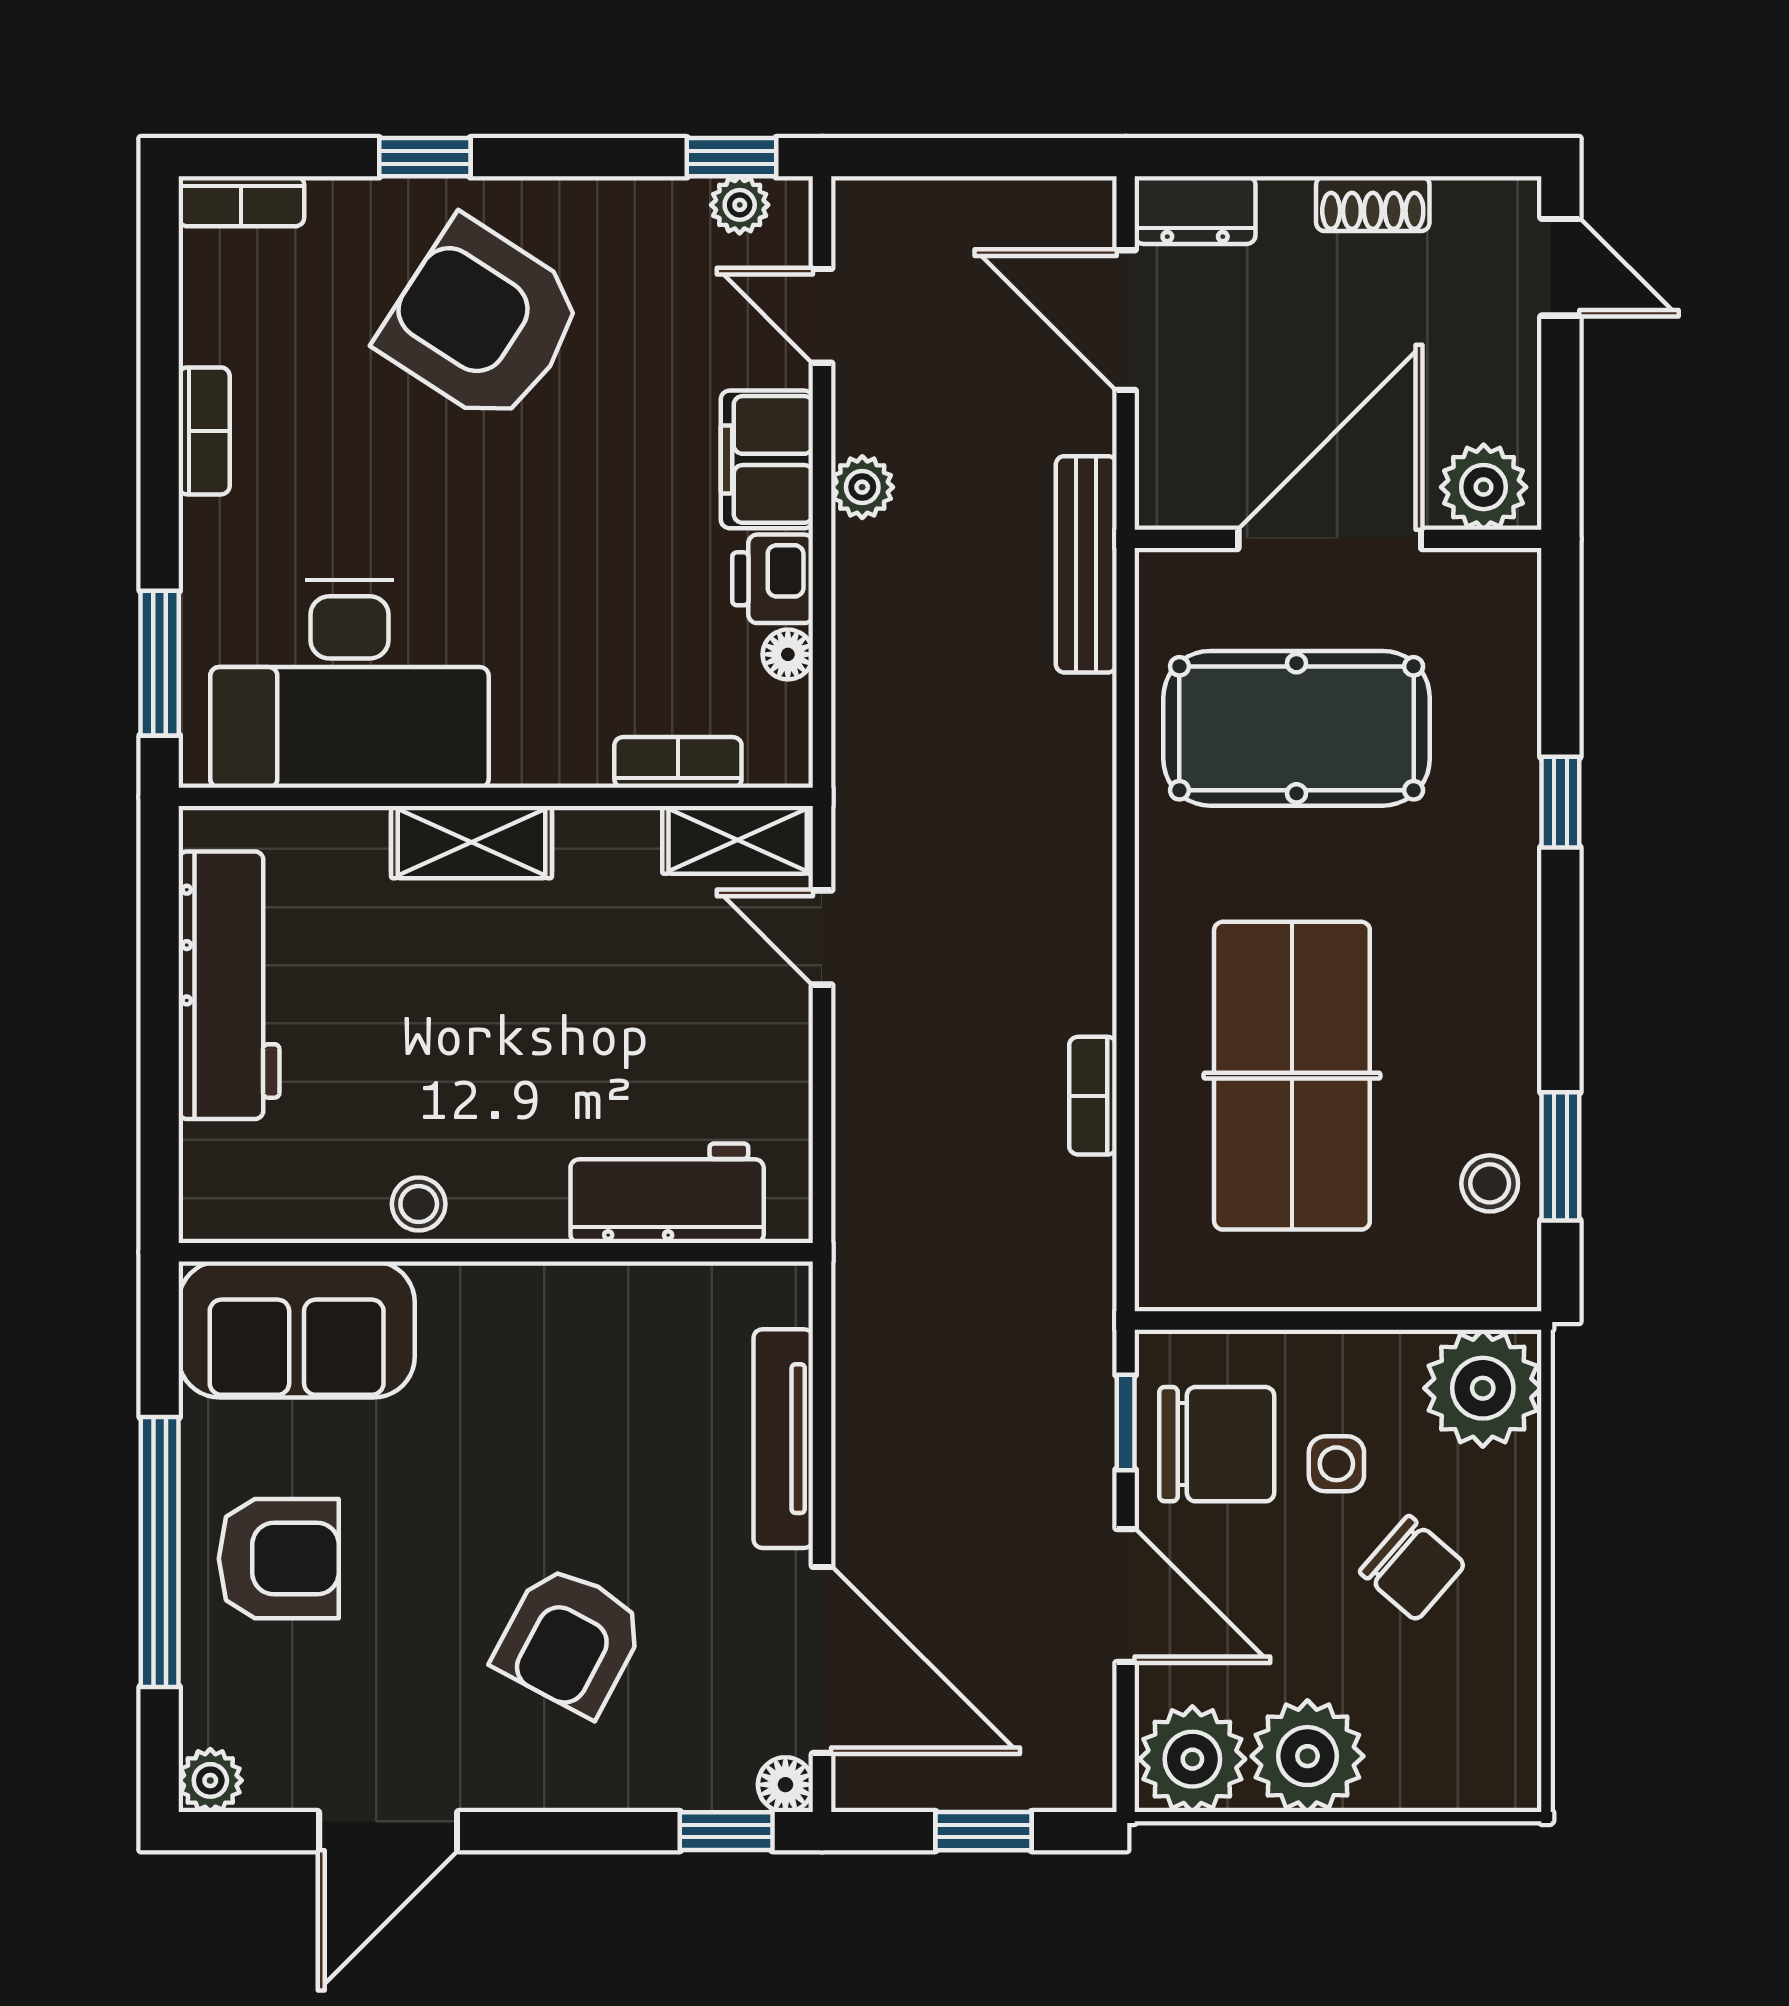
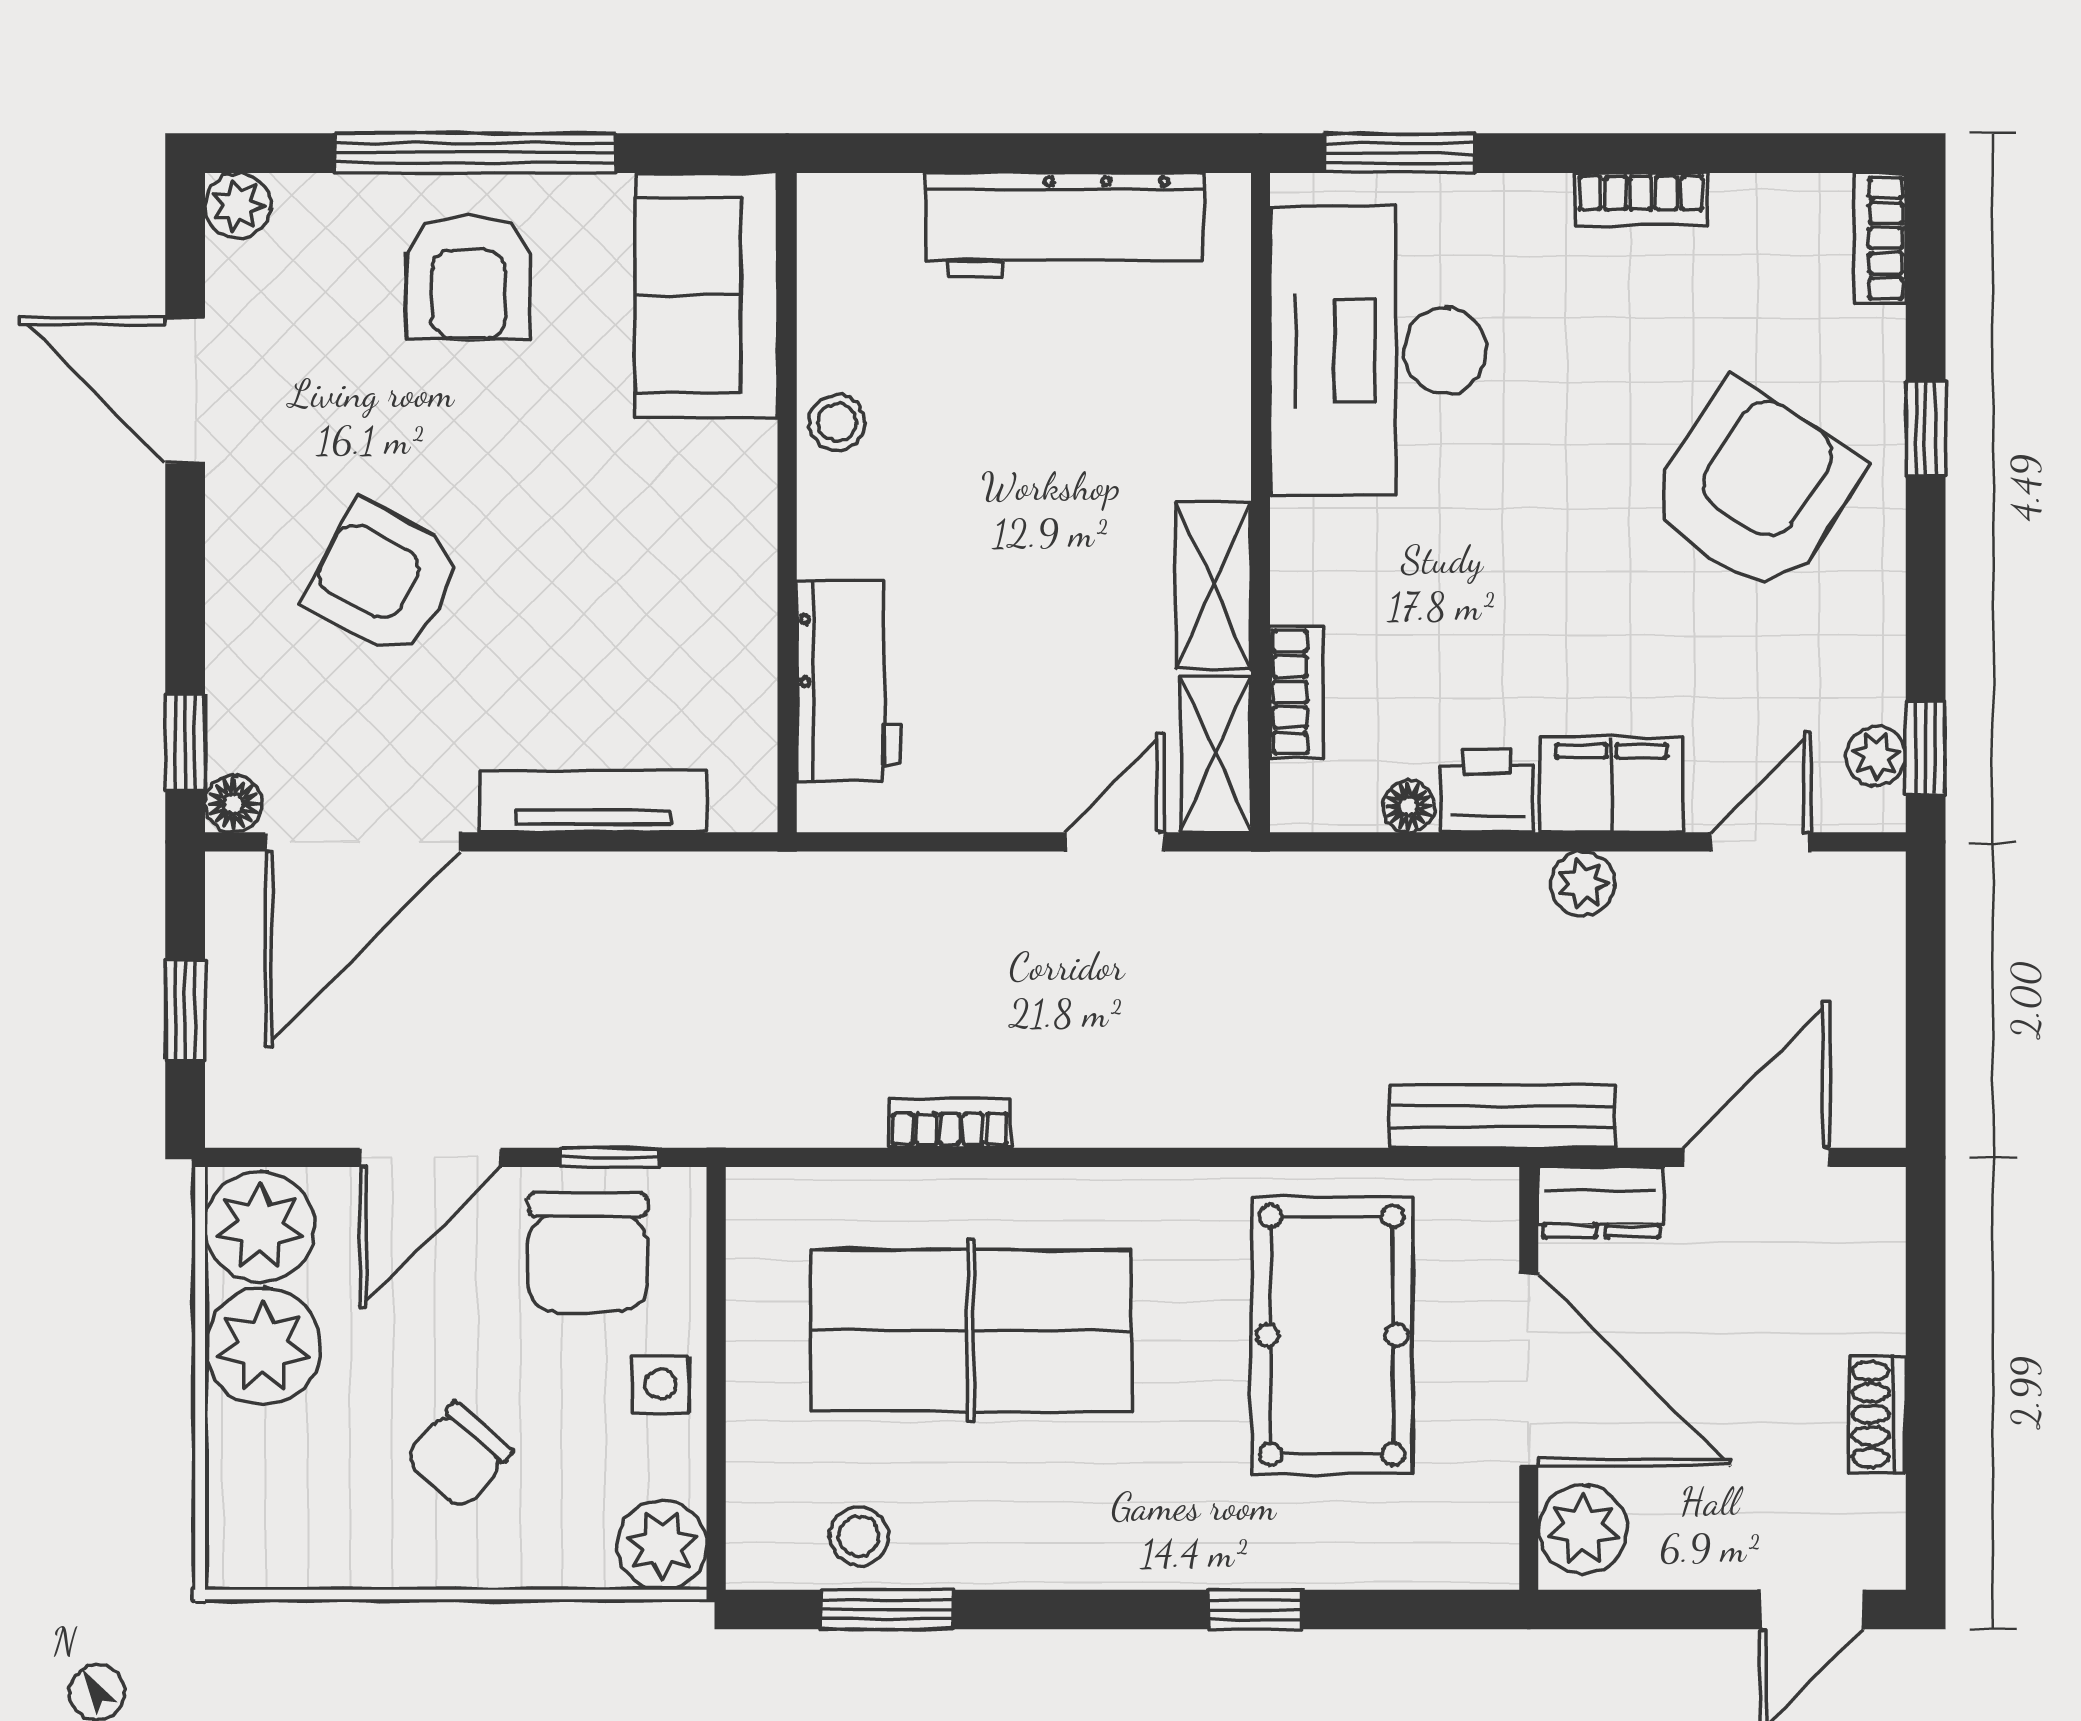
dresser: (1195, 210) -> (1601, 1202), moved, turned -90
shelving: (471, 842) -> (1213, 586), moved
plant: (1483, 1388) -> (662, 1545), width x0.73, depth x0.73
side table: (1336, 1464) -> (661, 1384), moved

